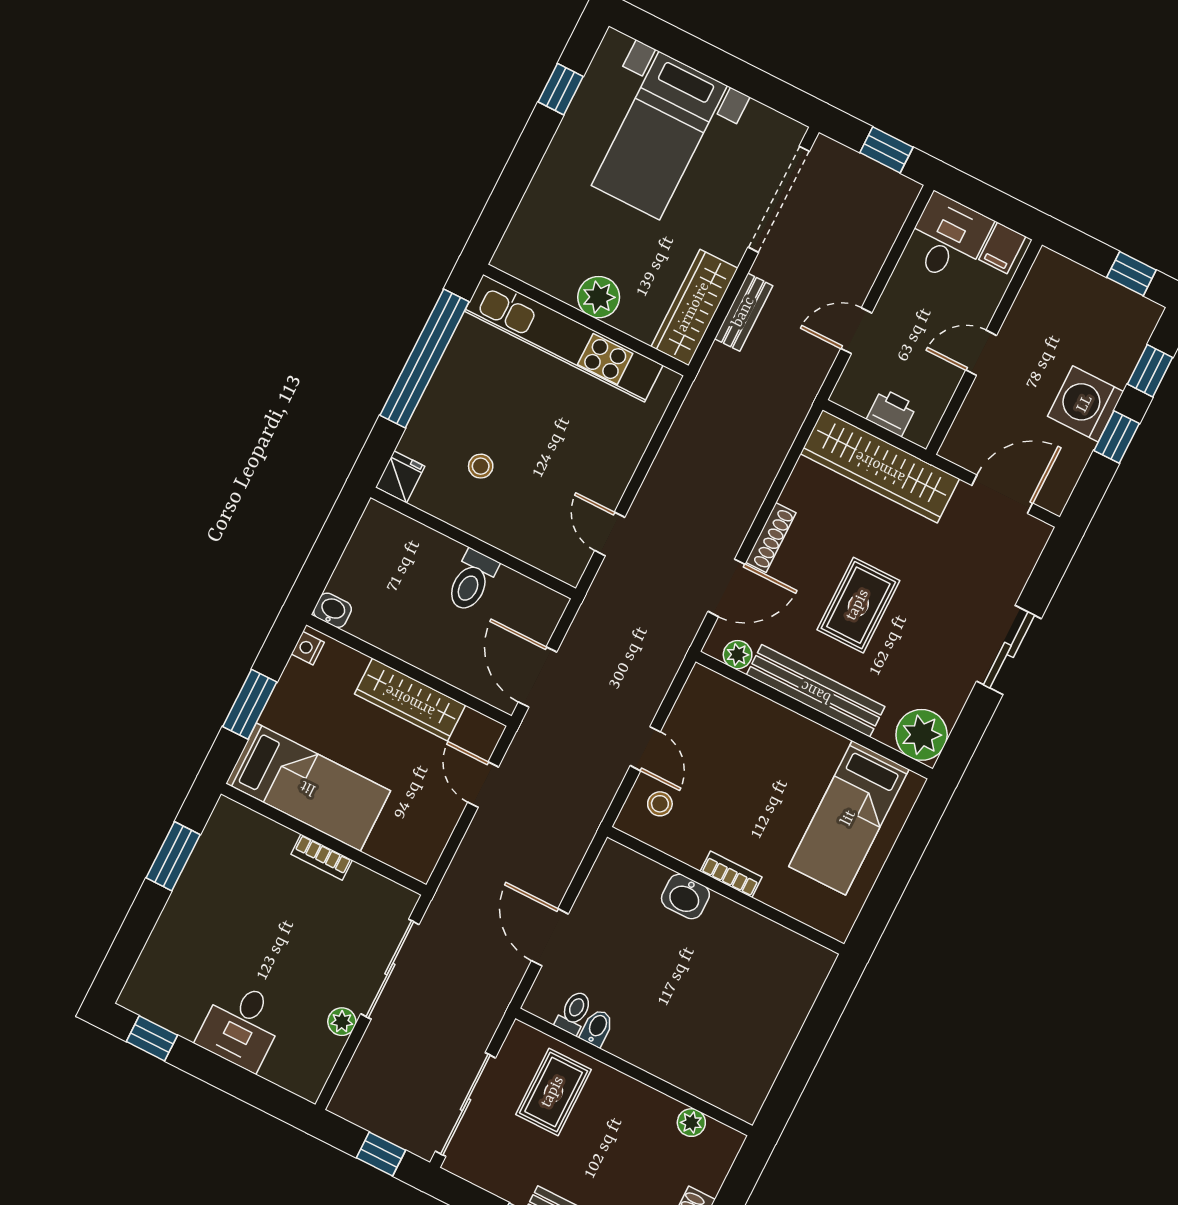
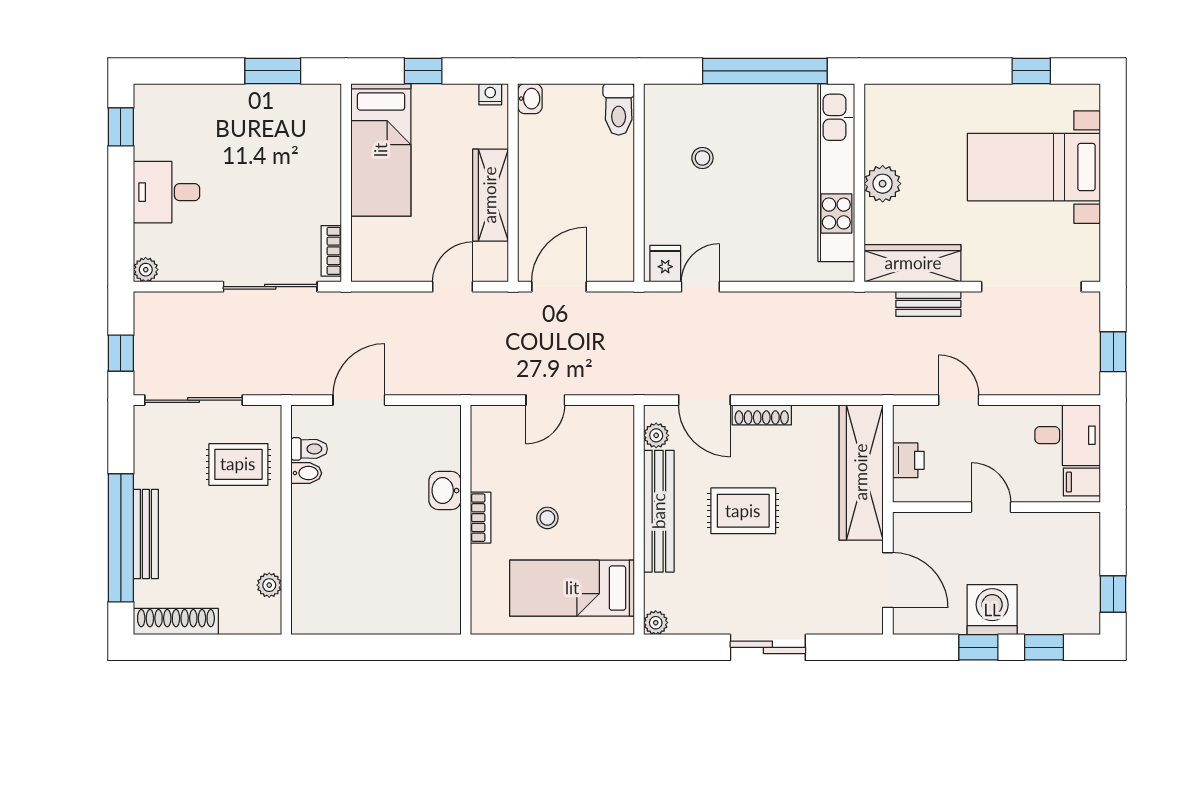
fridge: (400, 477) -> (665, 264), moved, turned -90
toilet: (472, 581) -> (619, 109), moved, turned -90
window: (250, 704) -> (423, 71), width x0.67
plant: (922, 735) -> (656, 623), width x0.53, depth x0.53
stool: (660, 804) -> (547, 518), moved
bookcase: (322, 857) -> (331, 251), moved
plant: (342, 1022) -> (146, 270), moved

